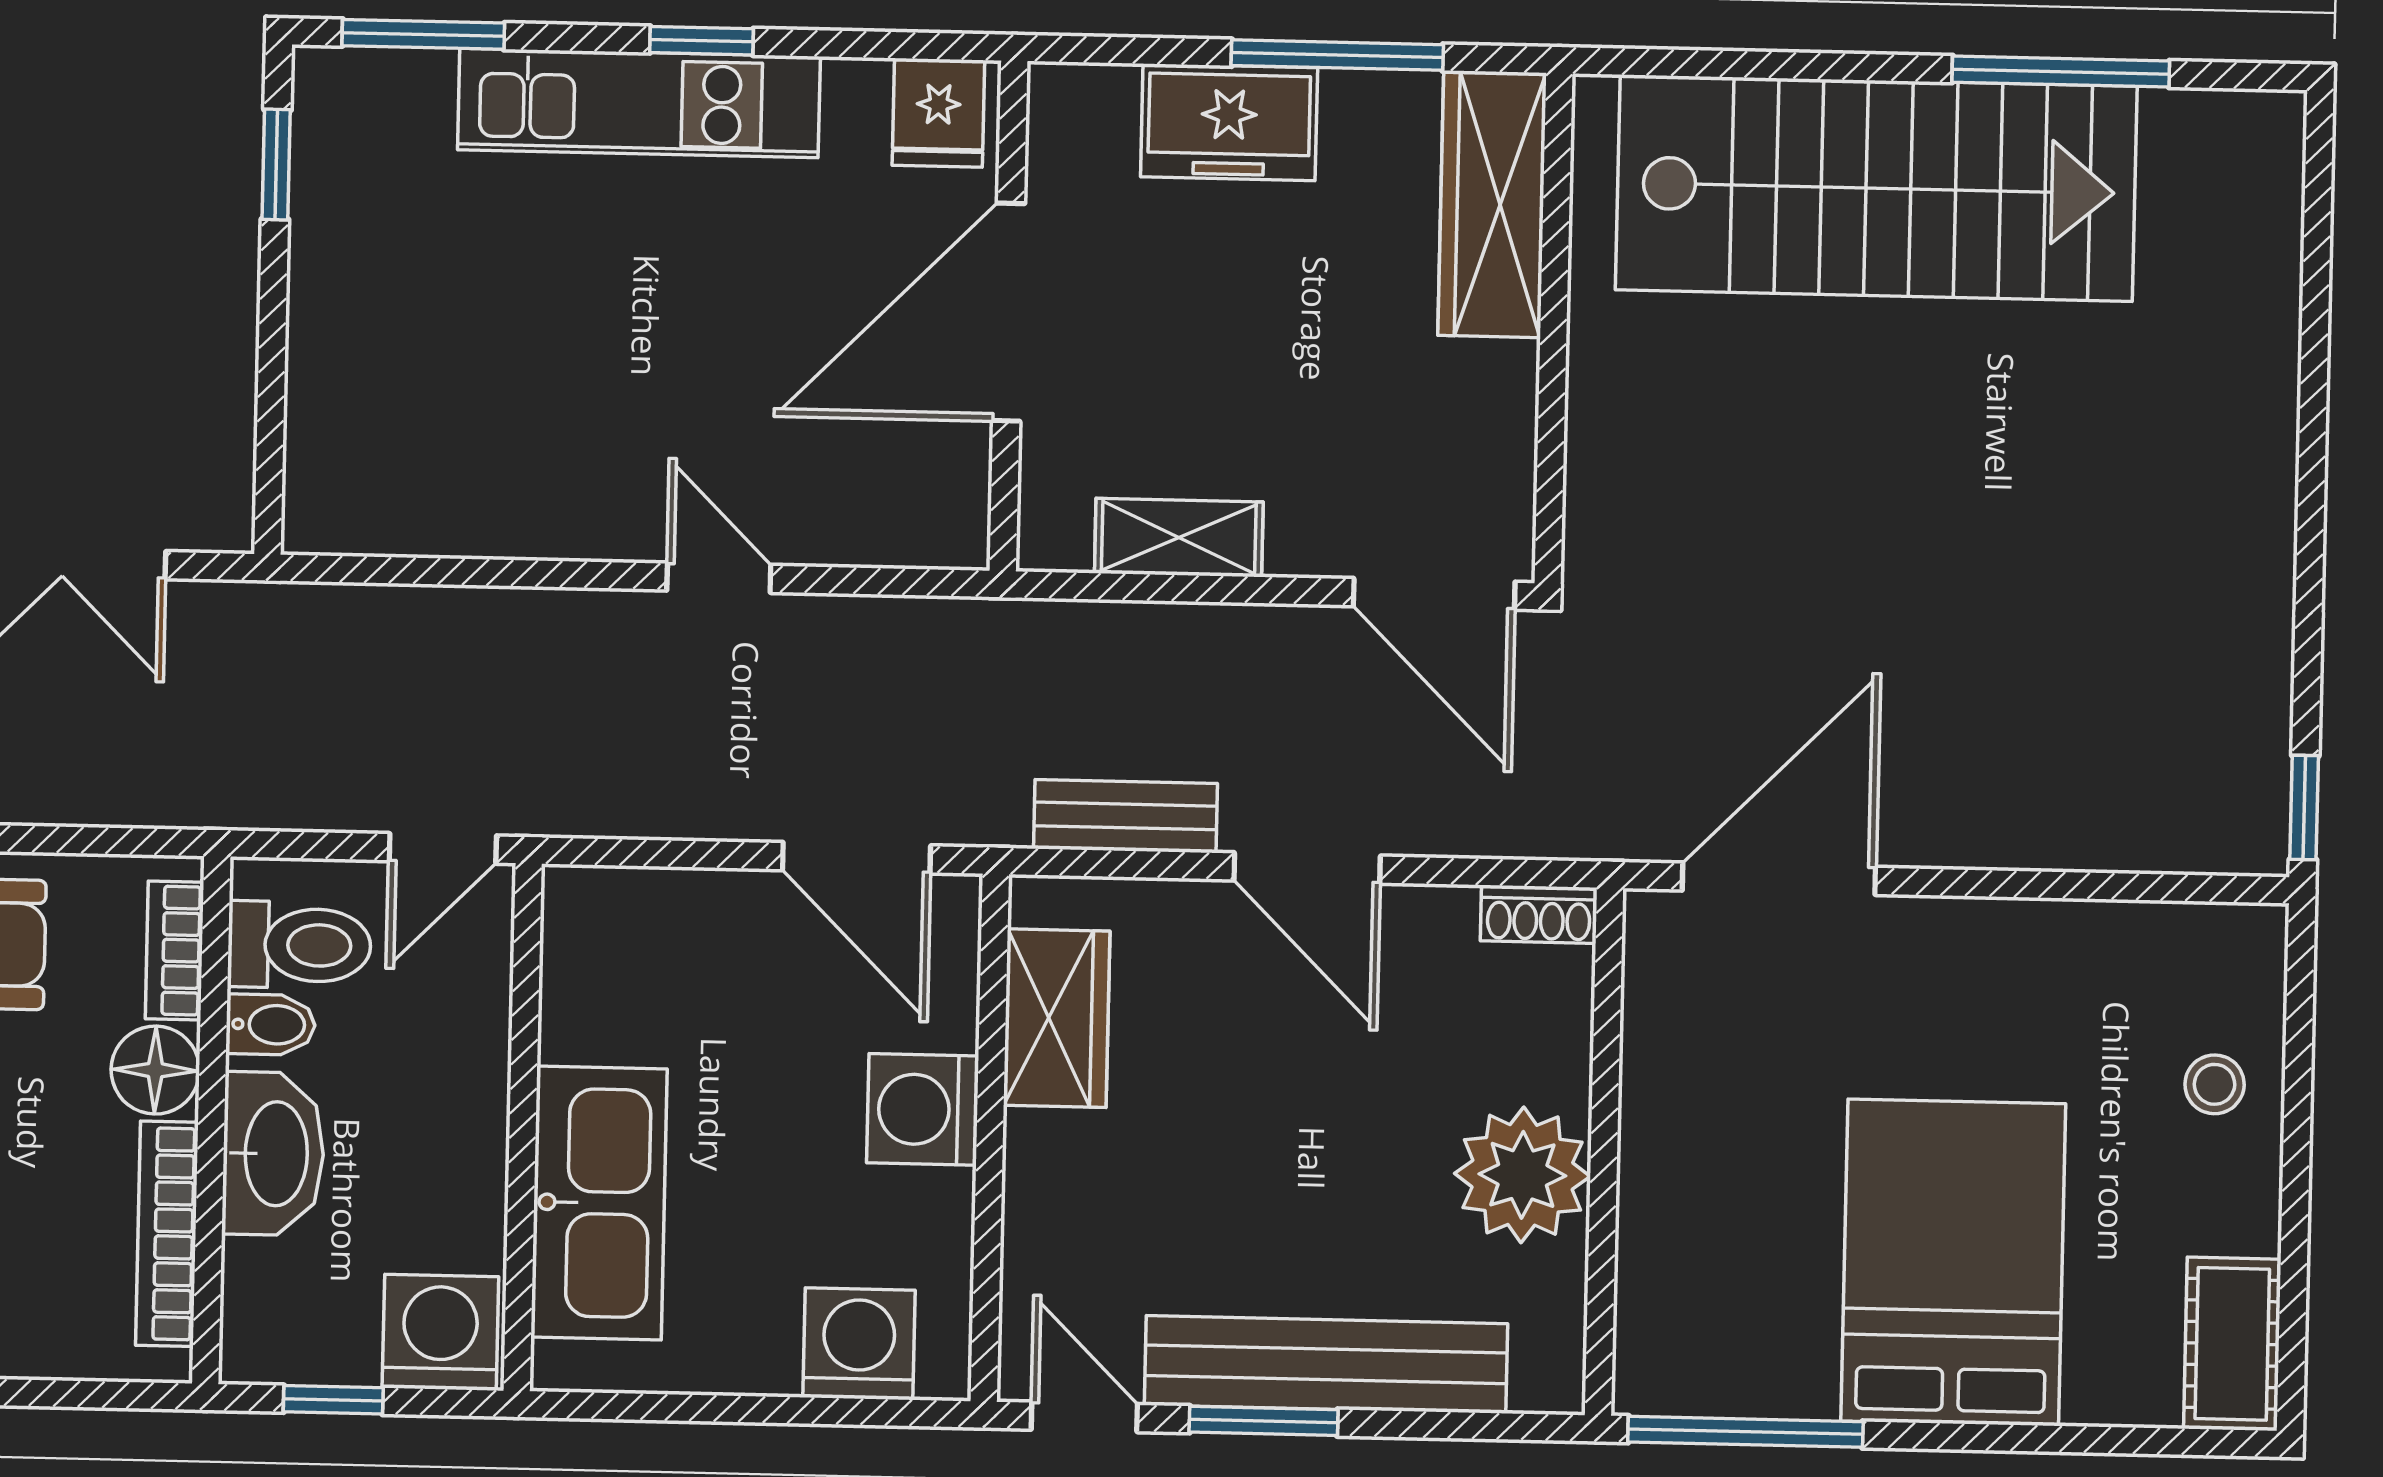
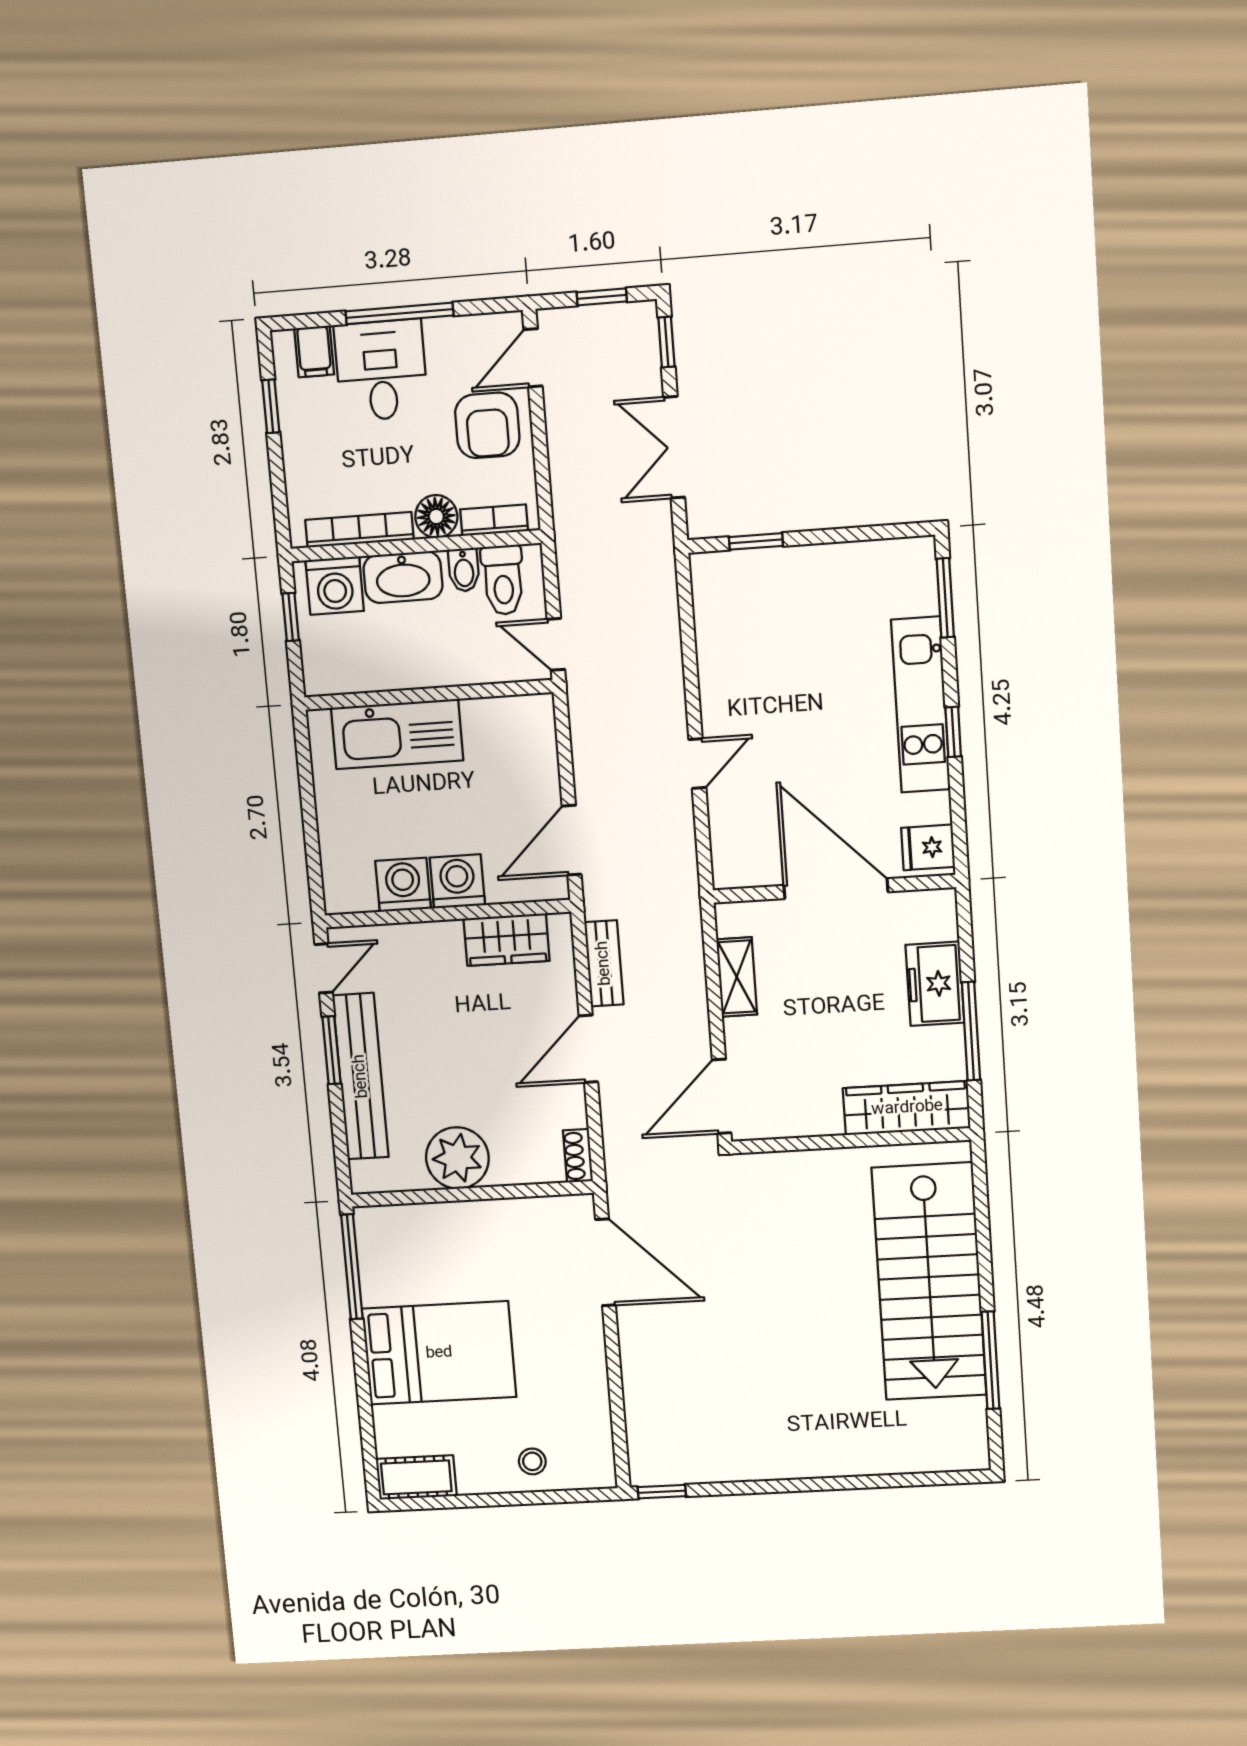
window: (276, 164) -> (756, 541), moved
washing machine: (440, 1332) -> (335, 586), moved, turned 90
washing machine: (859, 1344) -> (403, 885), moved, turned -90

